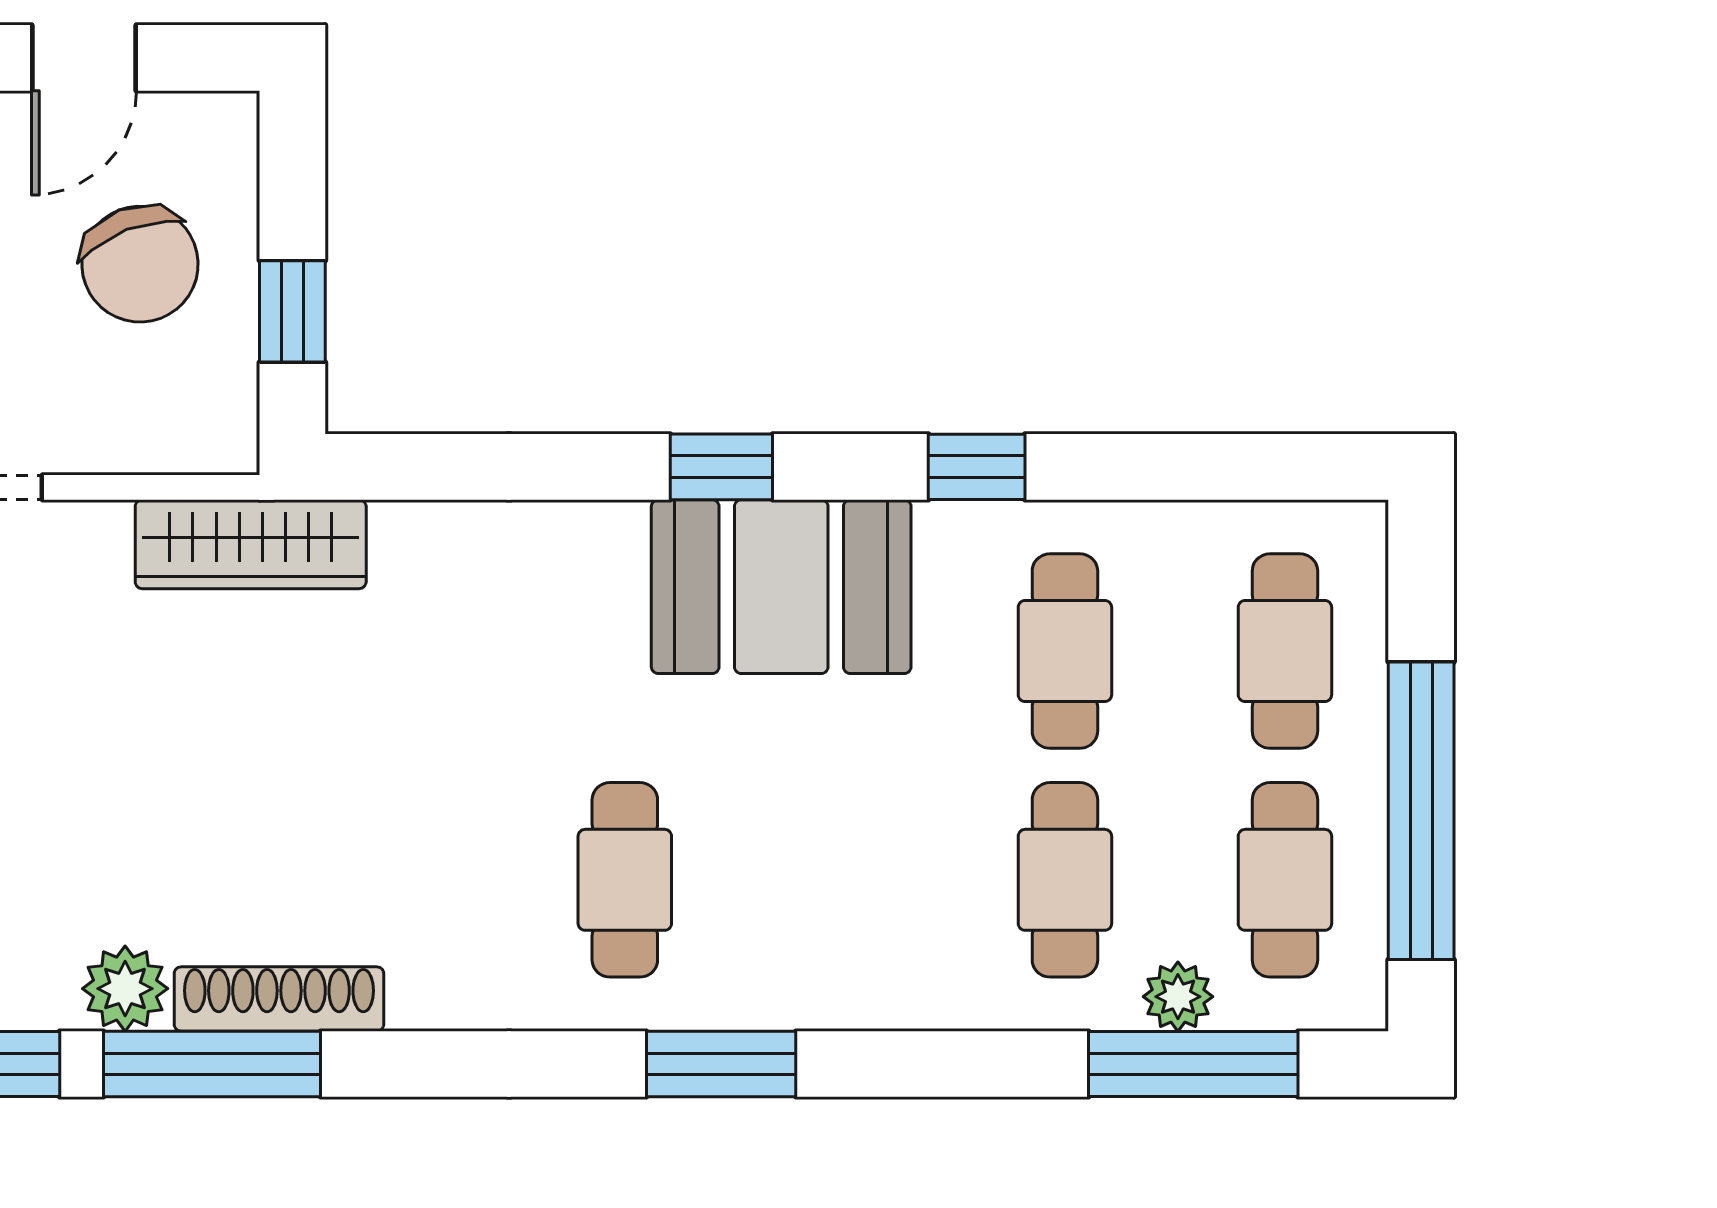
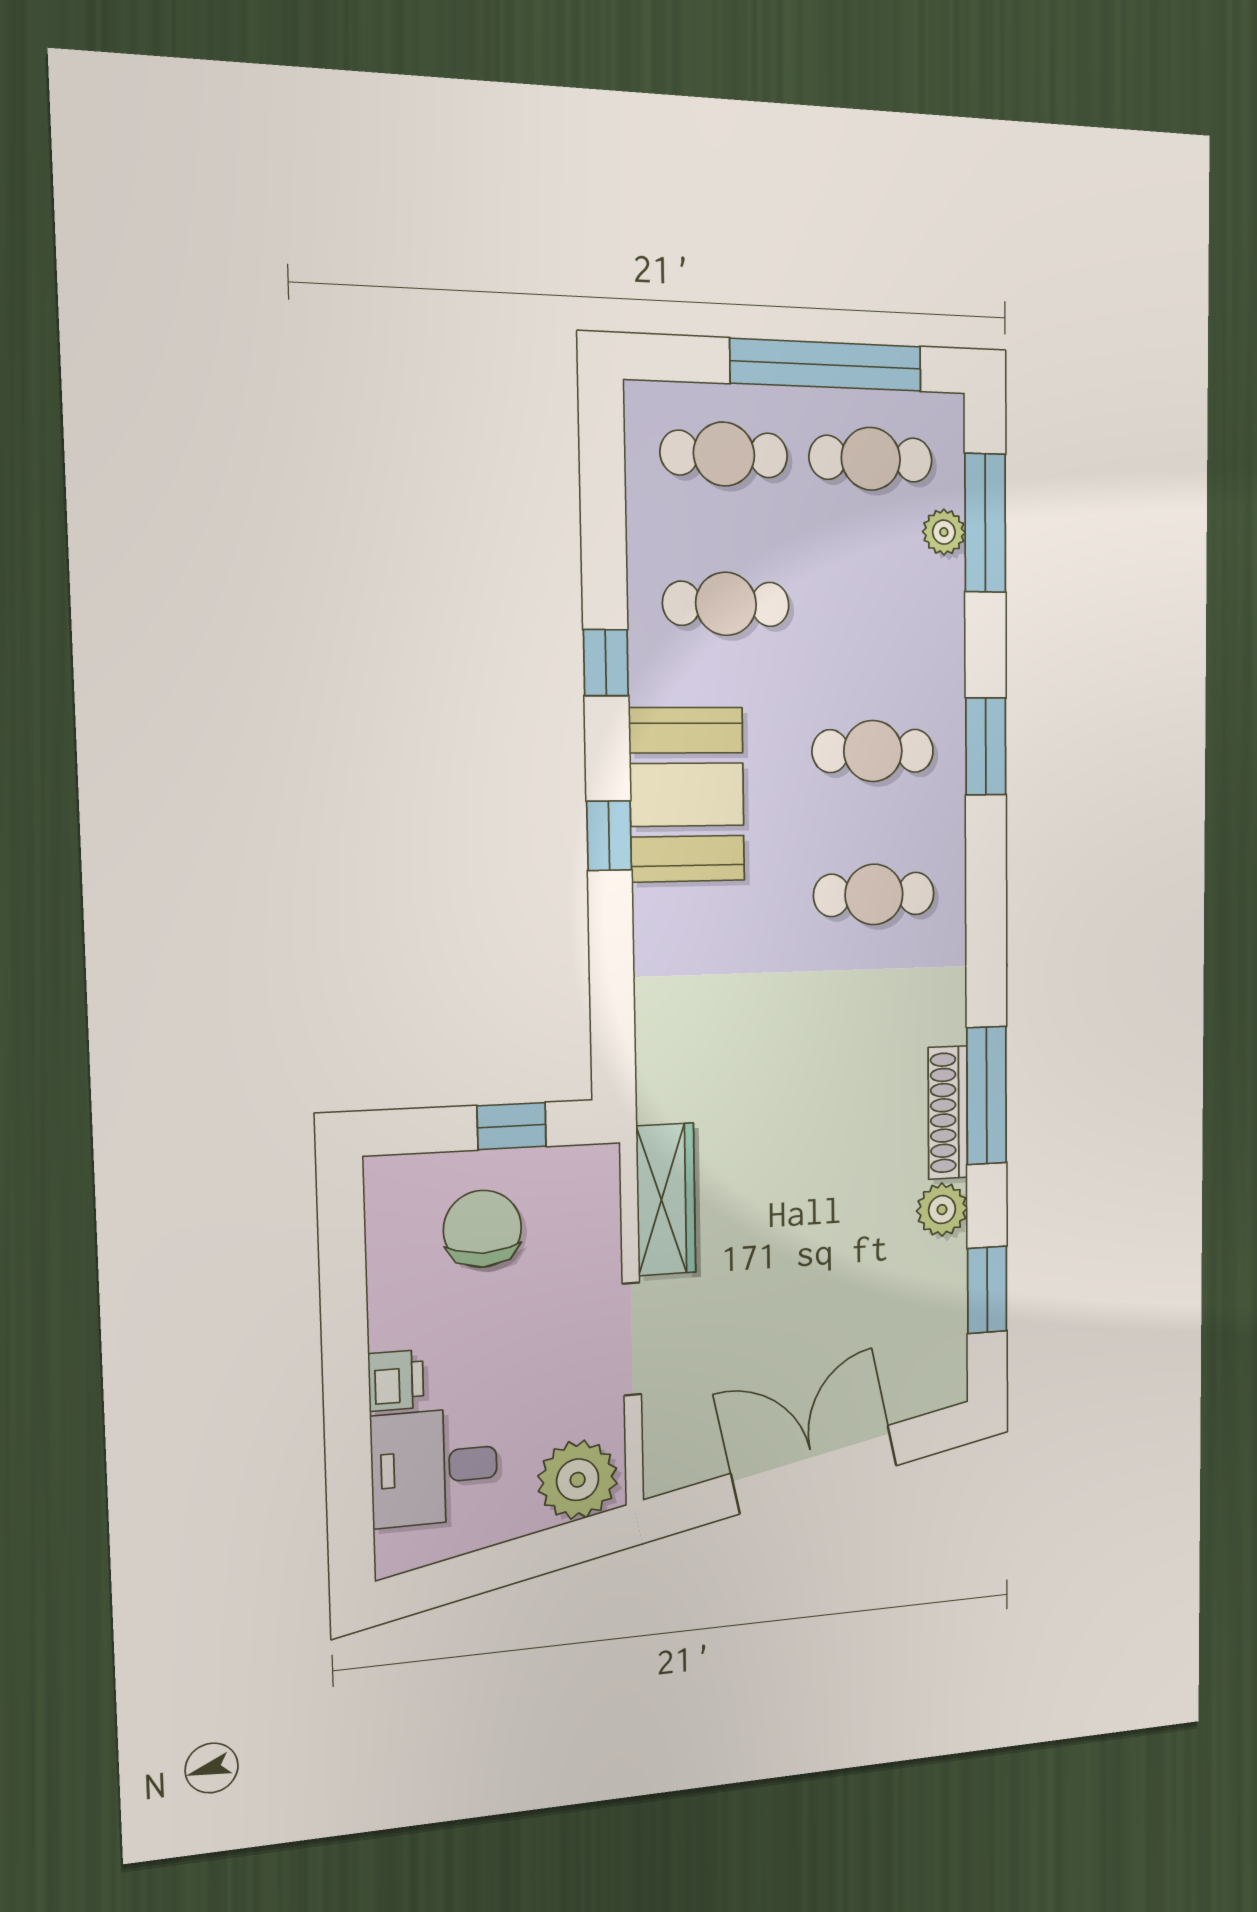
door: (84, 58) -> (343, 1275), removed
chair: (140, 264) -> (482, 1229), turned -69
wardrobe: (251, 544) -> (666, 1199), moved
cafe table: (1065, 880) -> (873, 751), moved
window: (212, 1064) -> (987, 1095), moved
window: (721, 1064) -> (986, 746), moved

